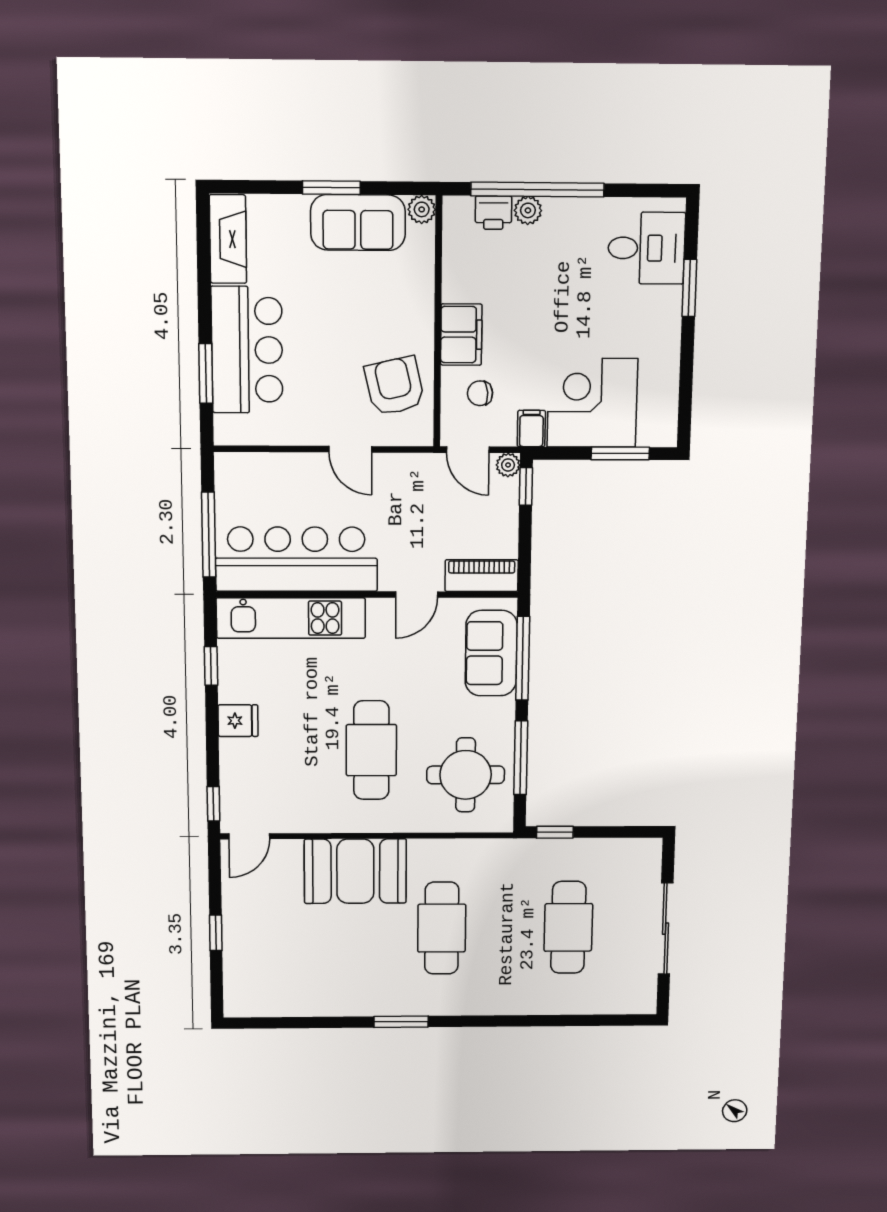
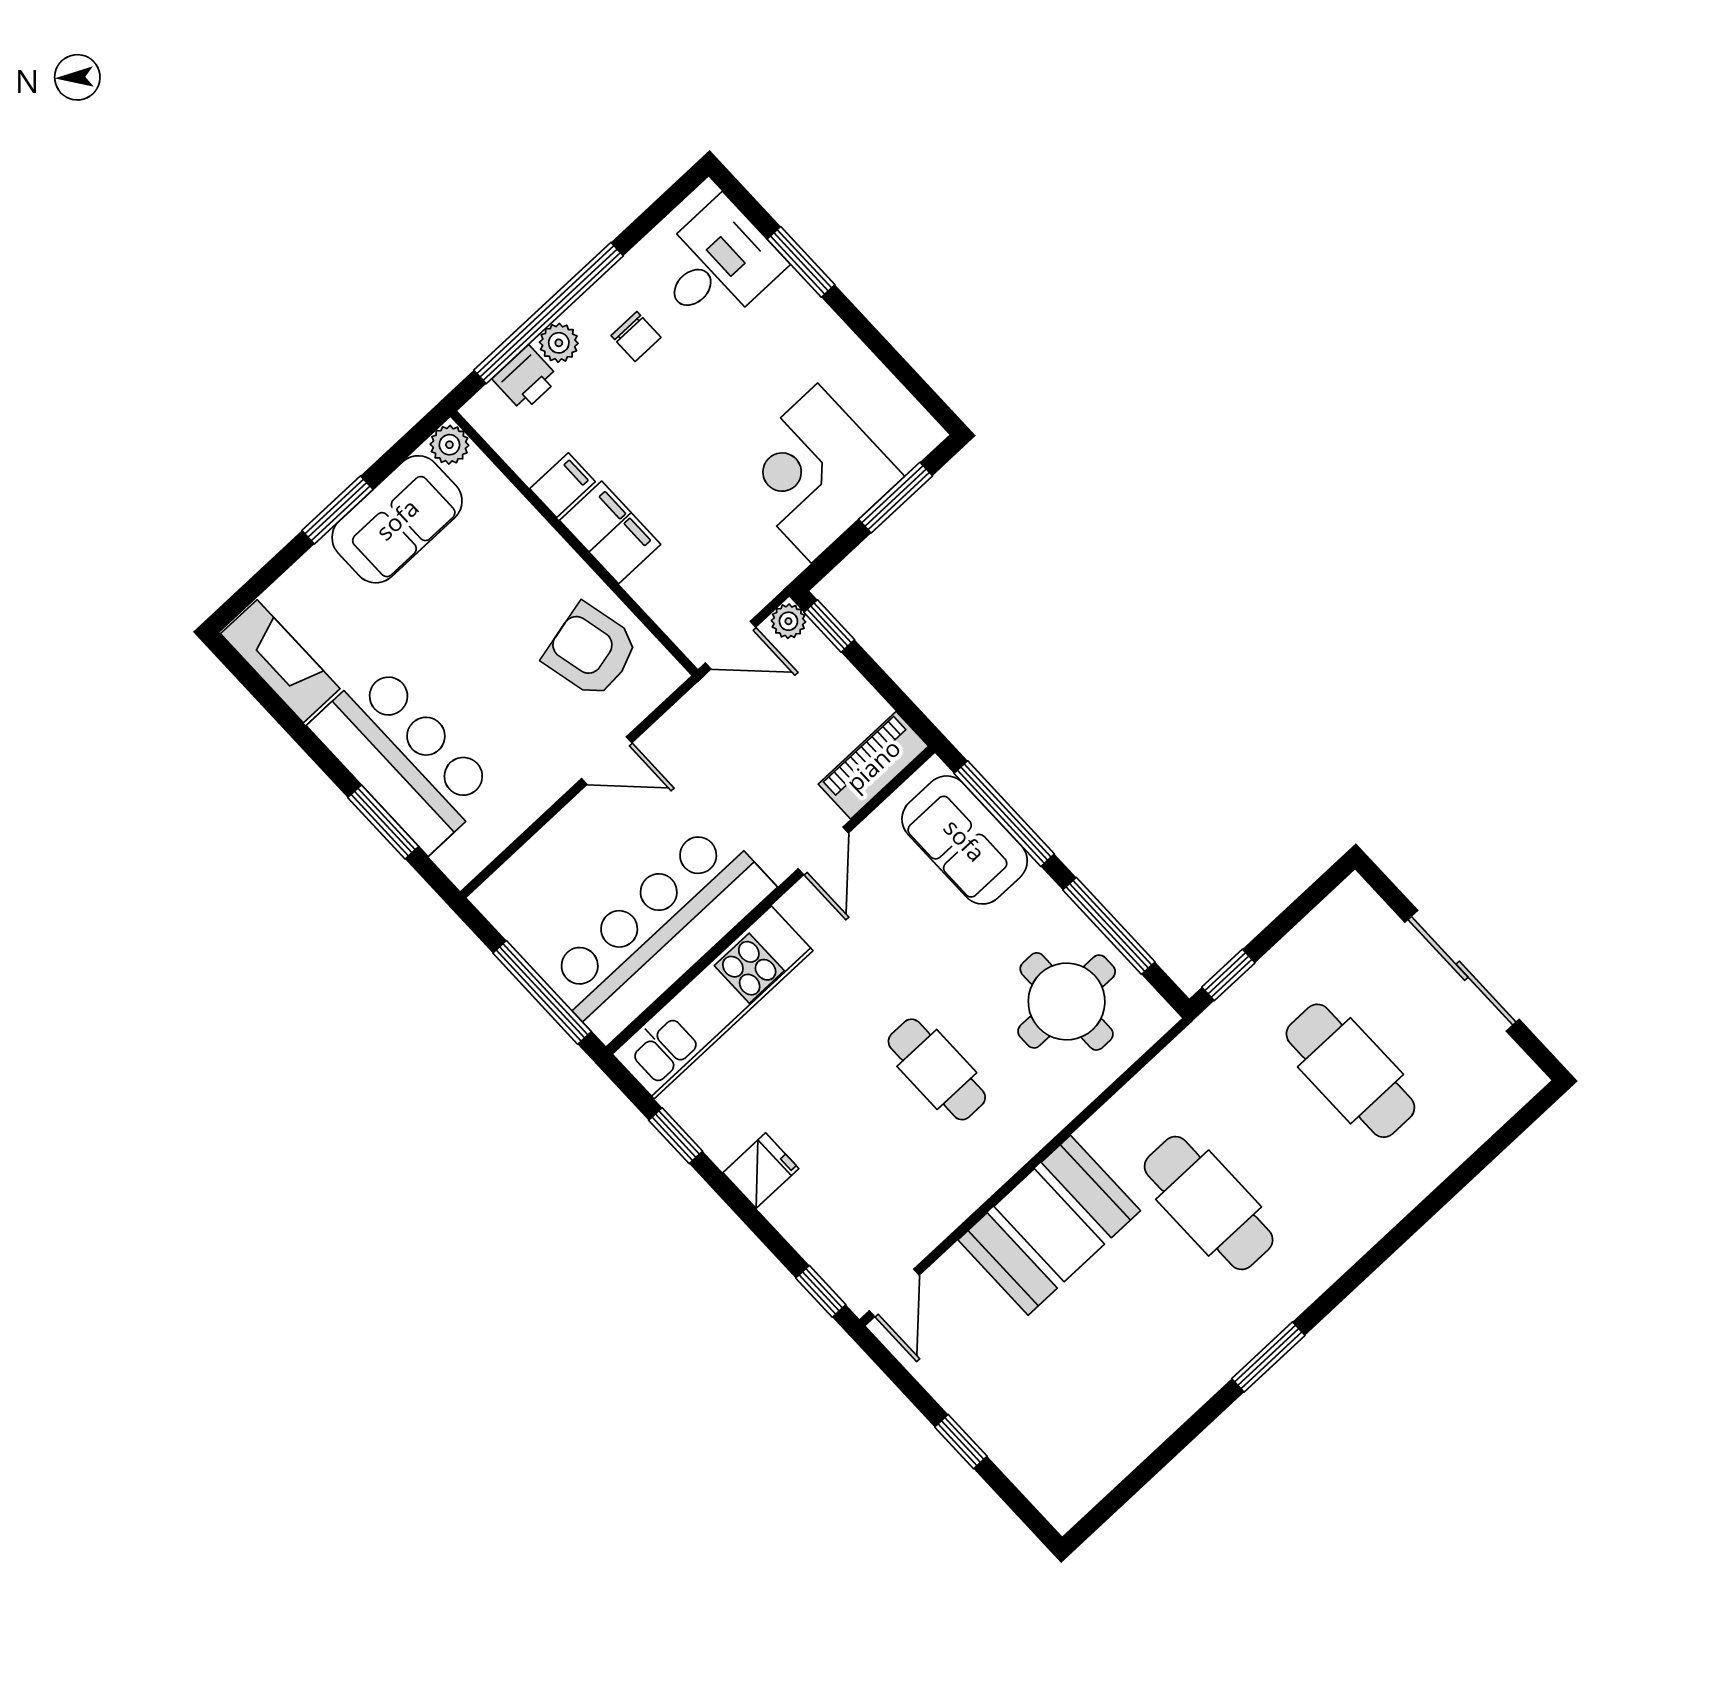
chair: (480, 393) -> (636, 336), moved, turned -86
filing cabinet: (531, 429) -> (563, 485), moved, turned 90
cafe table: (371, 750) -> (937, 1069), width x0.73, depth x0.74

